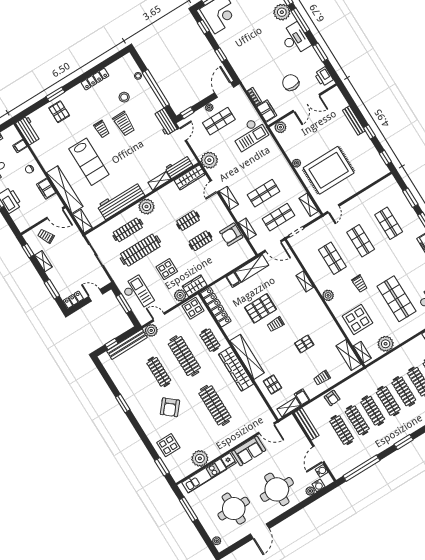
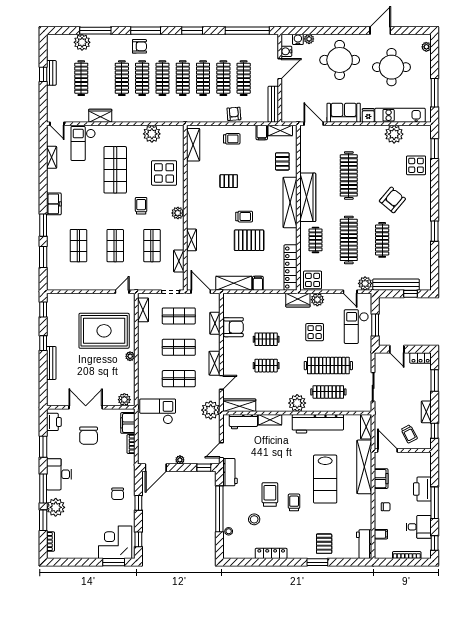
chair: (241, 52) -> (118, 494), added
shop shelf: (219, 121) -> (179, 379), moved
lab bench: (89, 162) -> (325, 479), turned 180
shelving: (362, 352) -> (179, 261), moved

